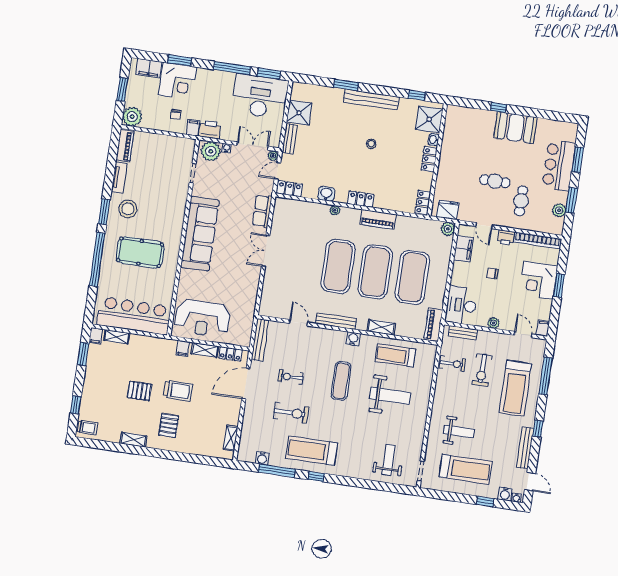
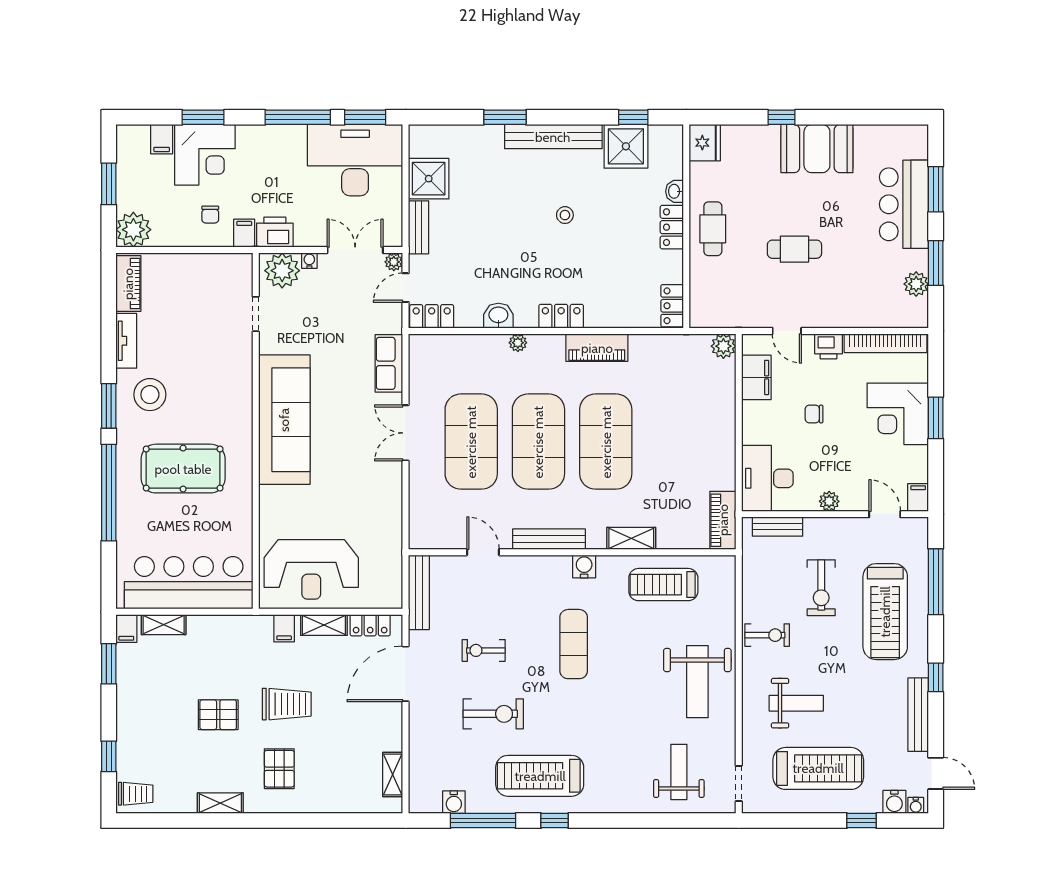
filing cabinet: (149, 68) -> (162, 139), width x0.50
shower: (429, 119) -> (626, 146), moved
cafe table: (521, 201) -> (713, 229), moved
fridge: (448, 210) -> (705, 143), moved, turned 90
exercise mat: (412, 277) -> (471, 442), moved
exercise bike: (453, 363) -> (767, 635), moved
weight bench: (390, 396) -> (697, 682), moved, turned 90

